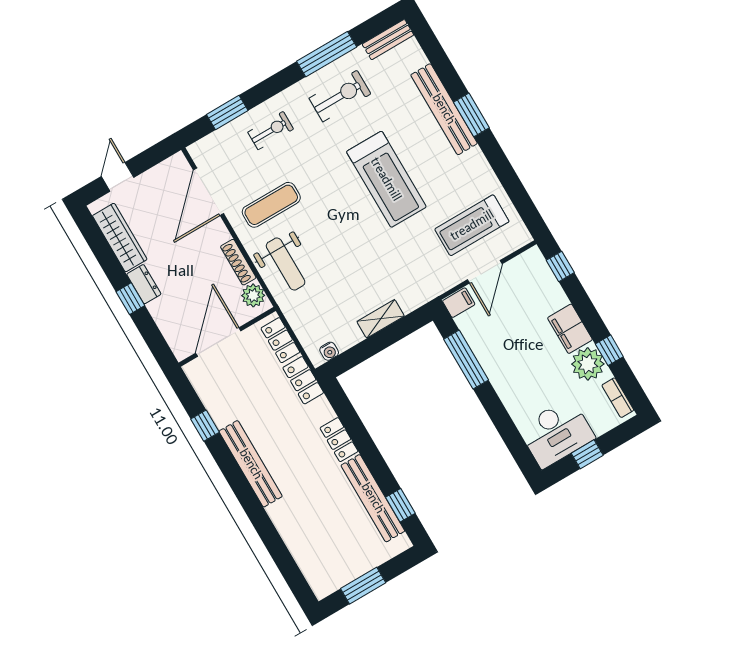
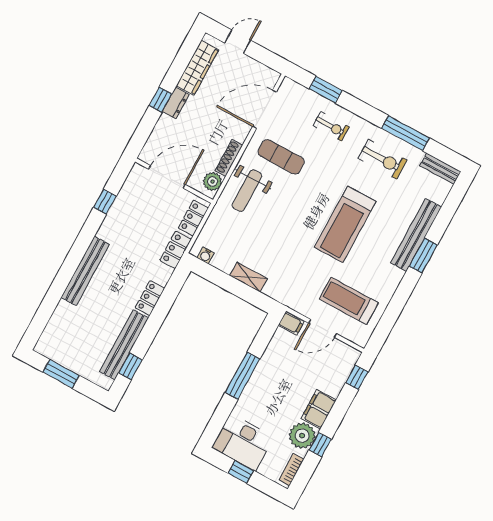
window: (466, 360) -> (243, 376), moved
bench: (251, 464) -> (85, 271), moved

